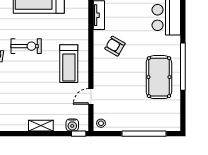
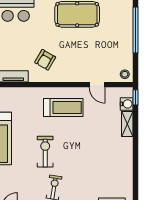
shelving: (41, 126) -> (127, 124), moved

